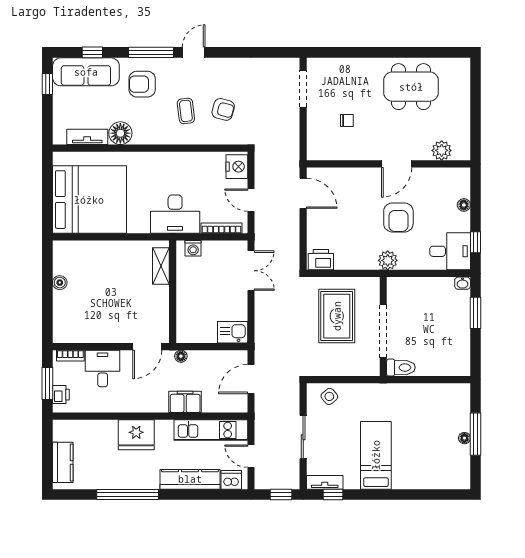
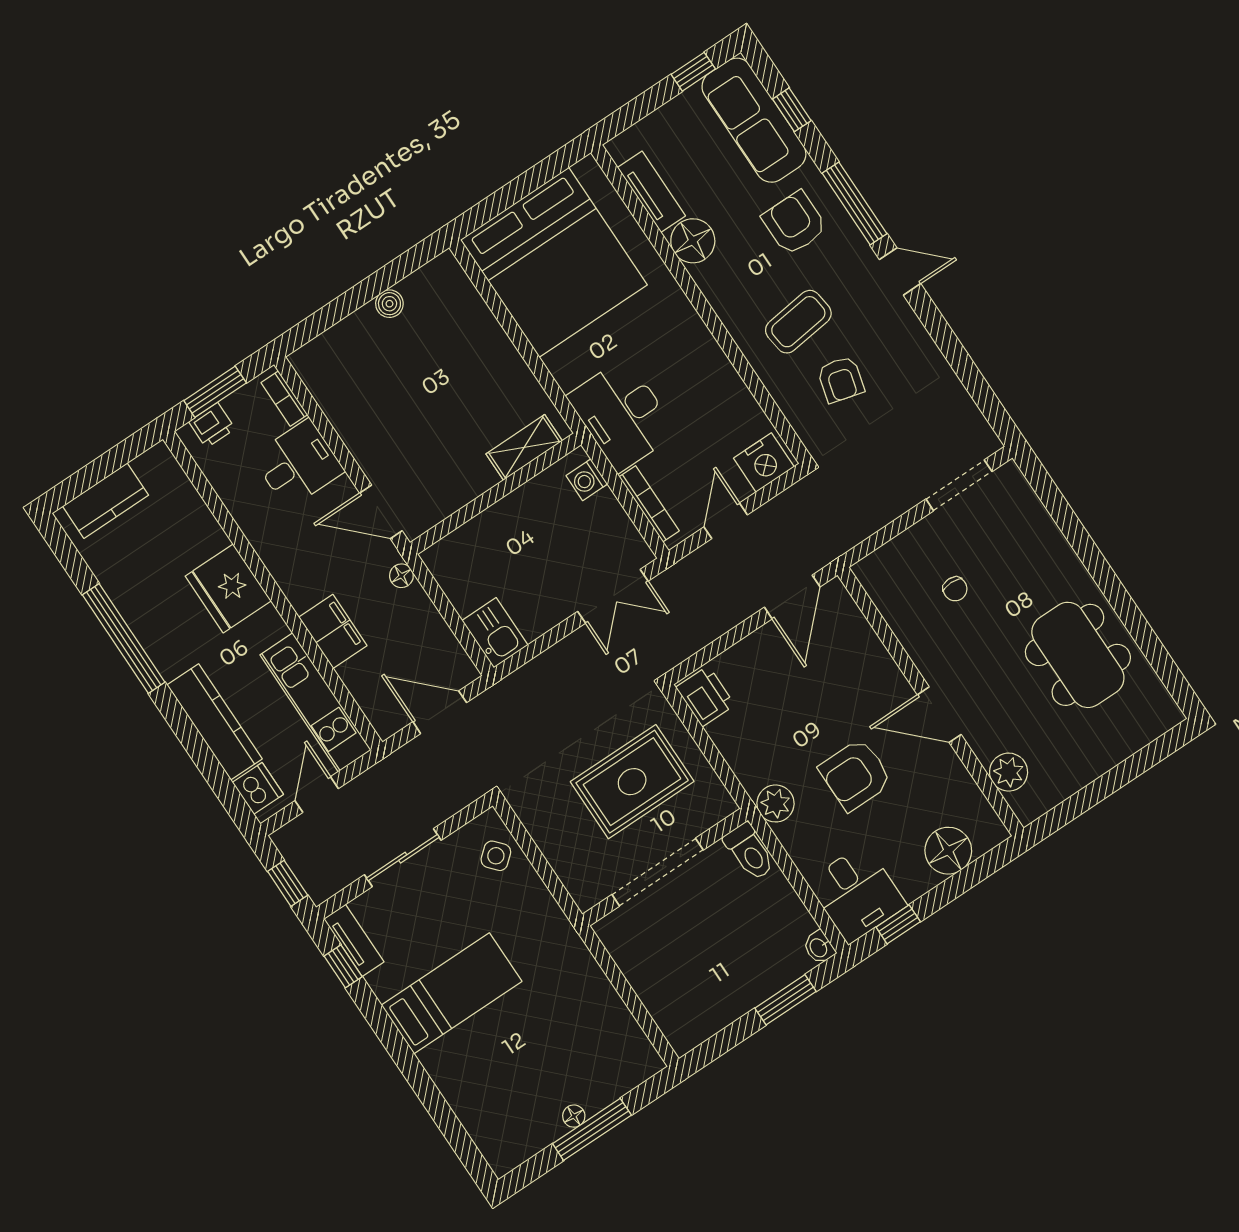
coffee table: (186, 111) -> (798, 322), width x1.36, depth x1.30
floor lamp: (464, 205) -> (948, 851), width x1.89, depth x1.89
toilet: (401, 368) -> (749, 852), moved

